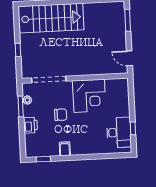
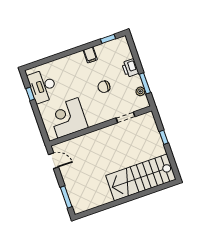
doorway: (49, 80) -> (126, 117), width x0.53
corner desk: (89, 96) -> (68, 118), moved

